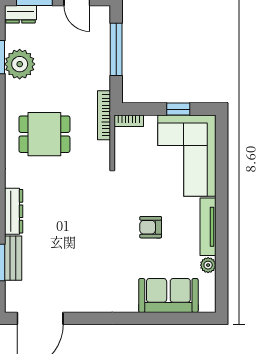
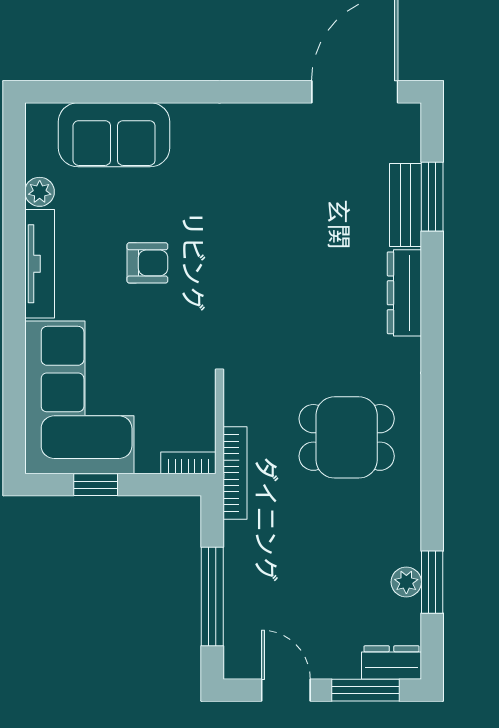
plant: (20, 64) -> (406, 582), width x0.53, depth x0.53

